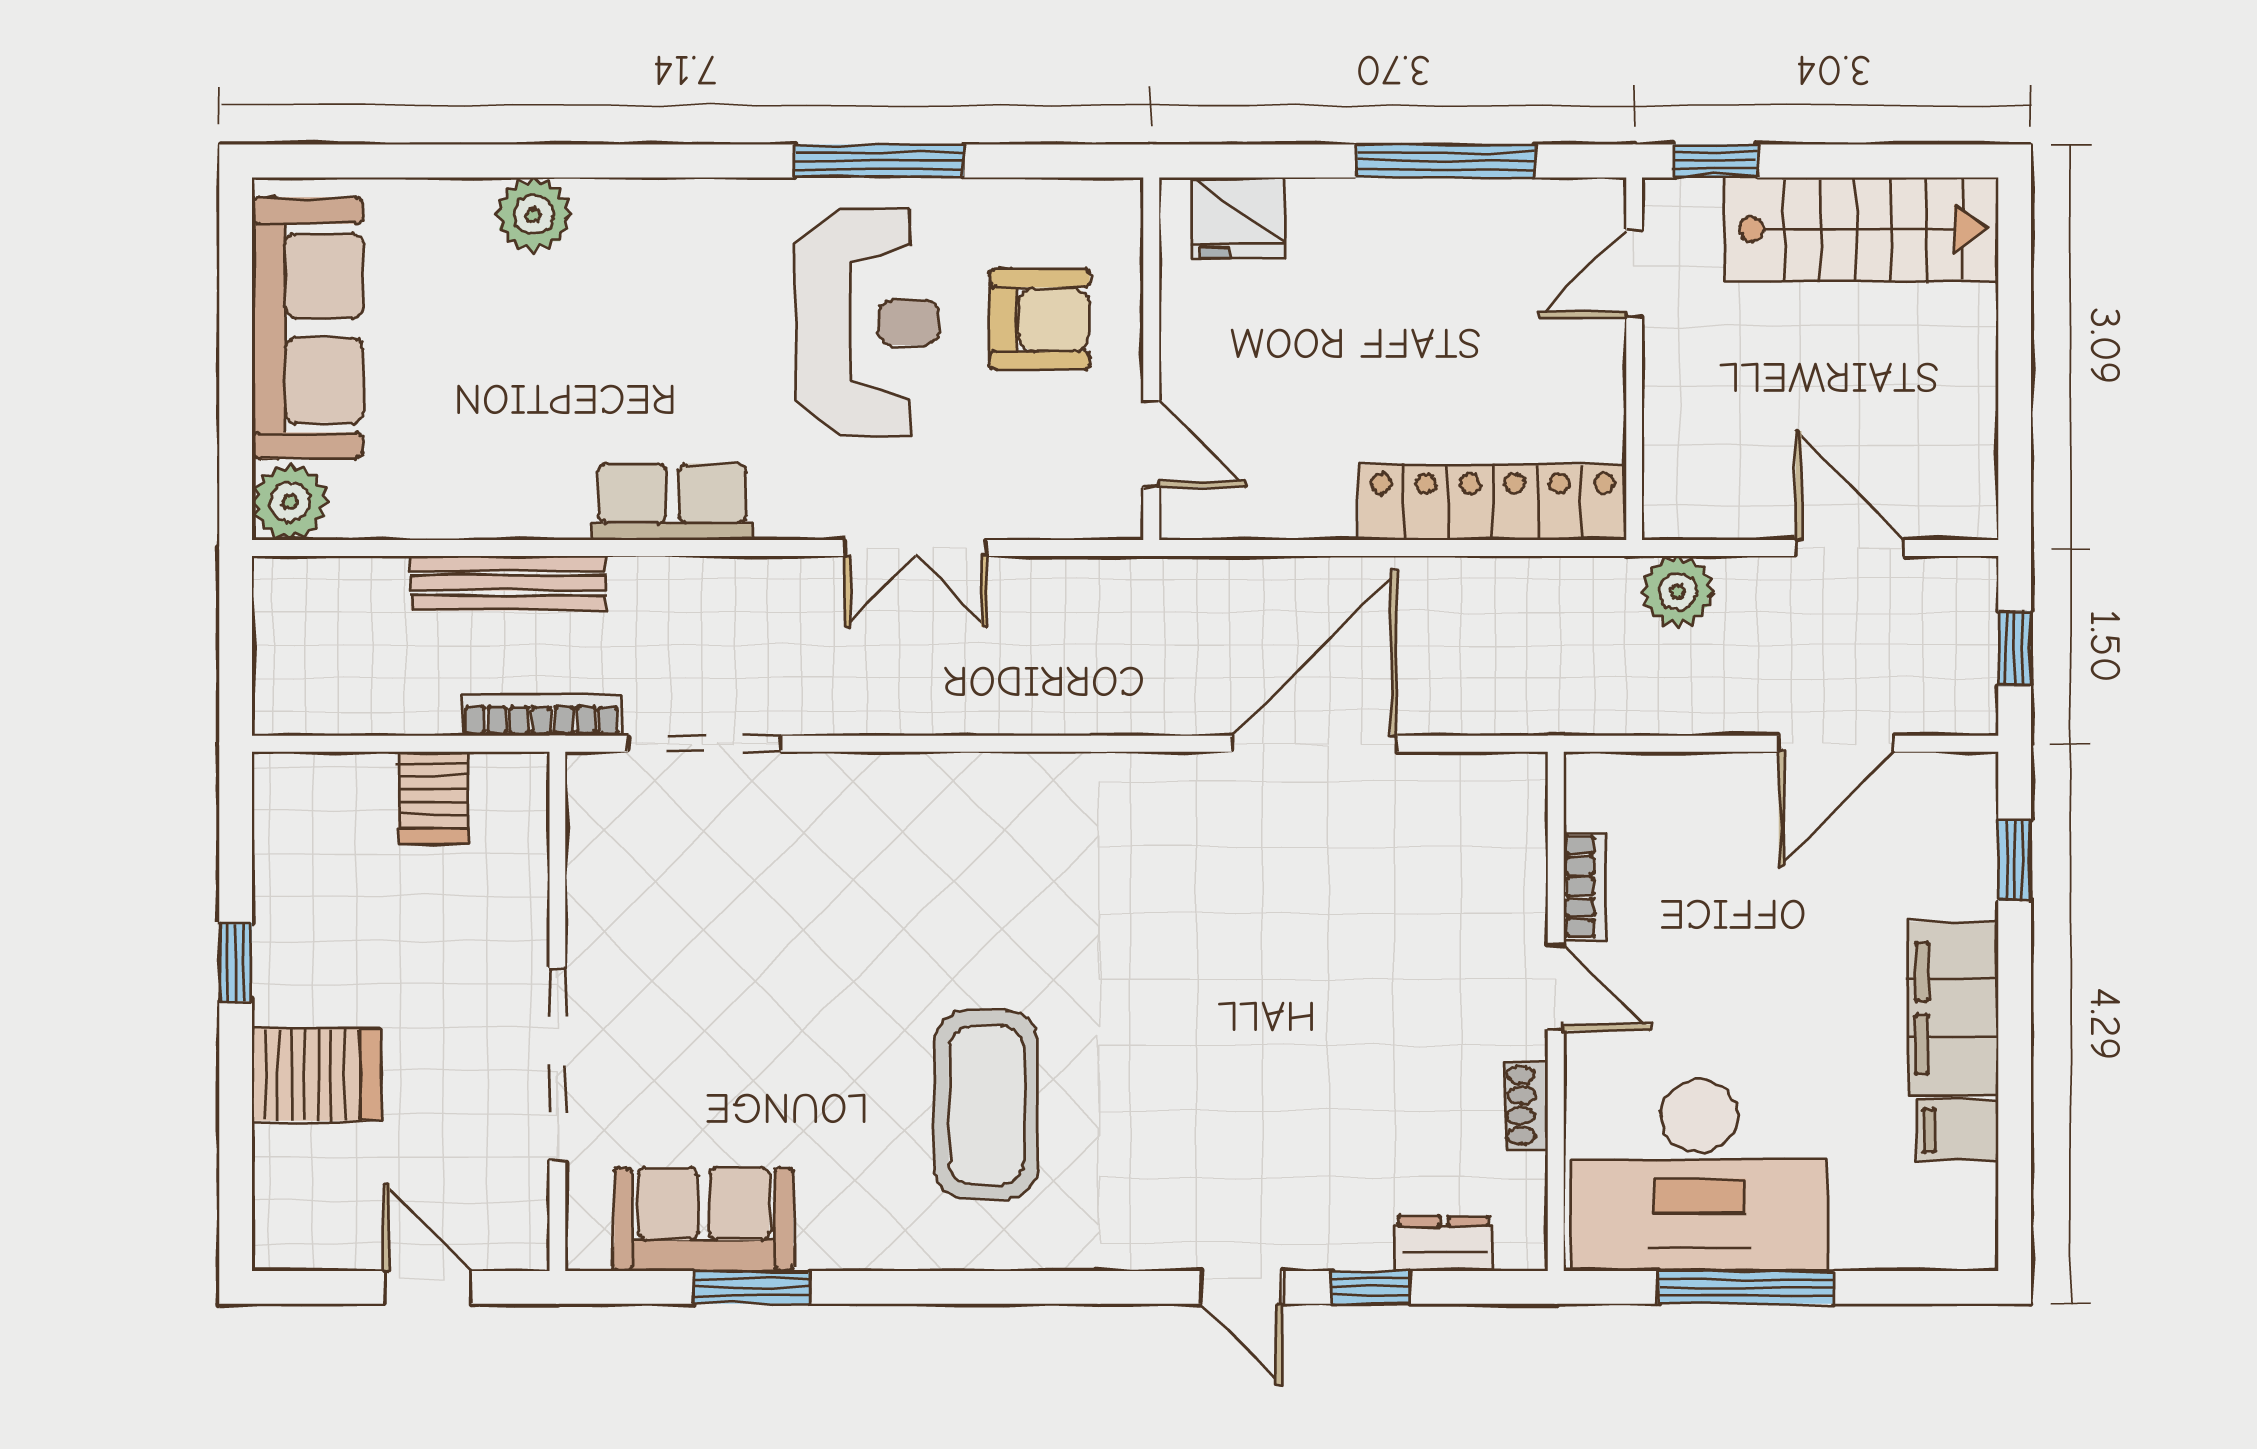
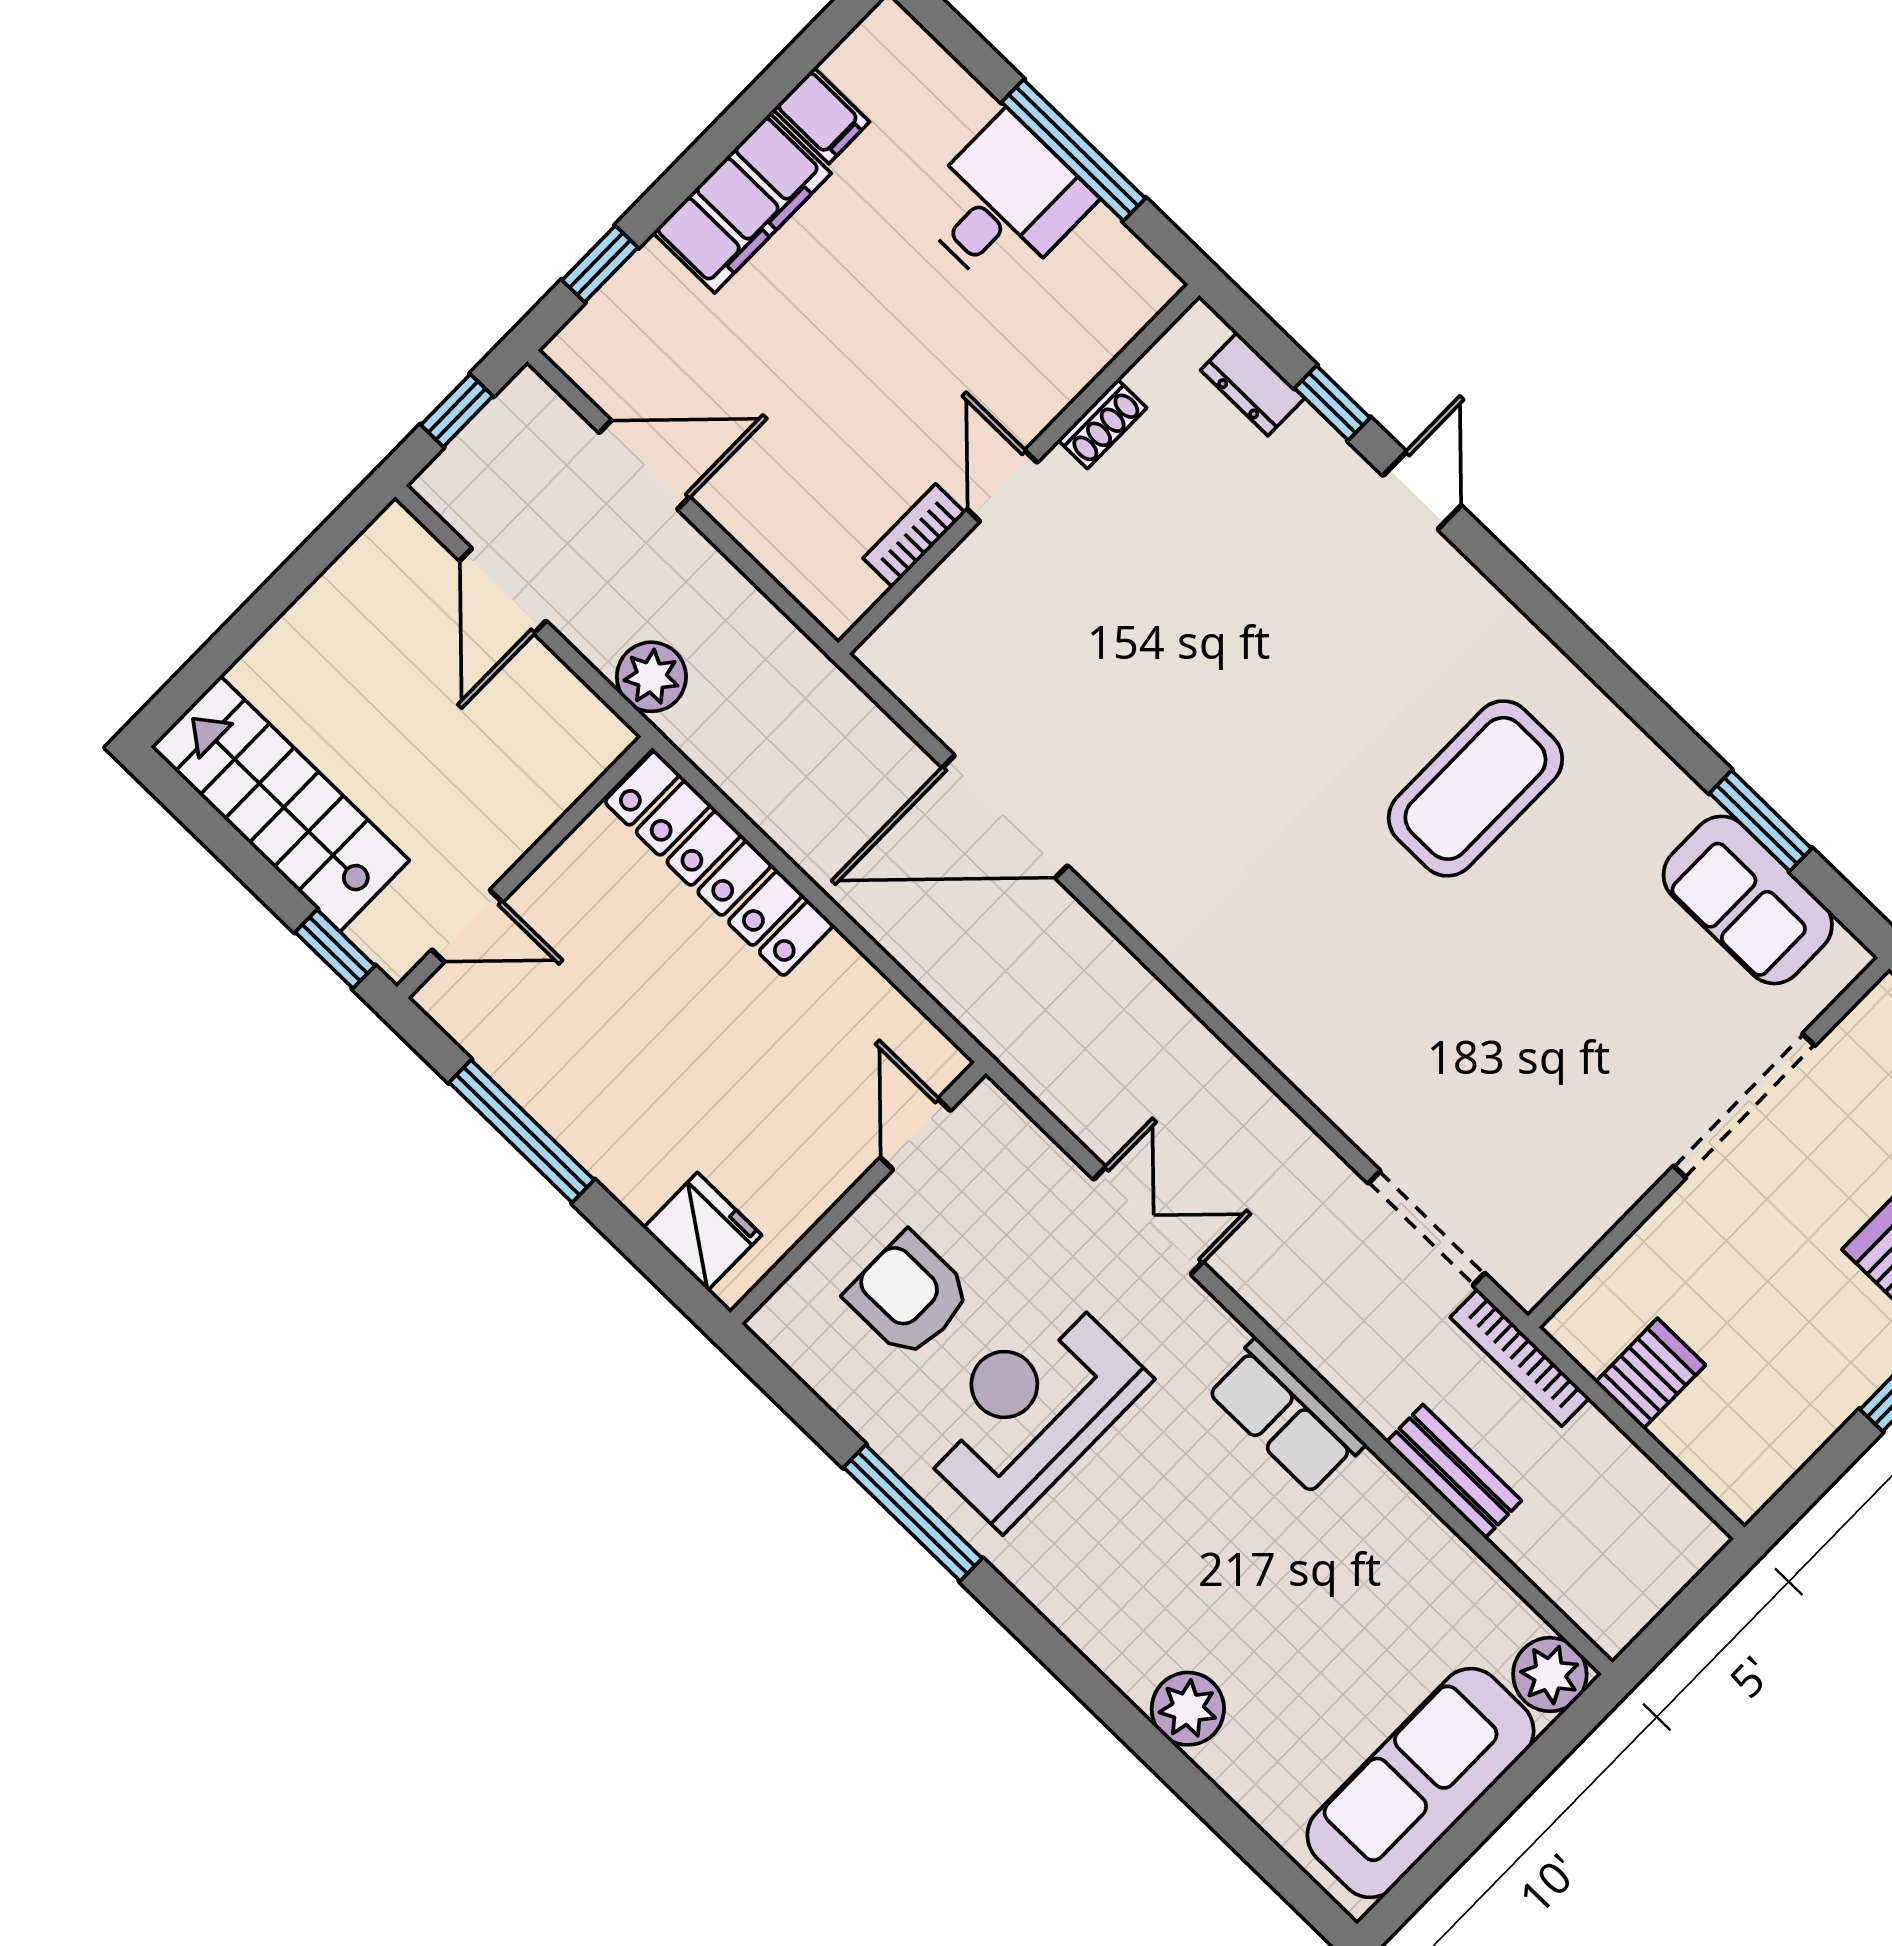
bench: (508, 583) -> (1454, 1471), width x0.73
desk: (1699, 1175) -> (1004, 204), width x0.53, depth x0.77

